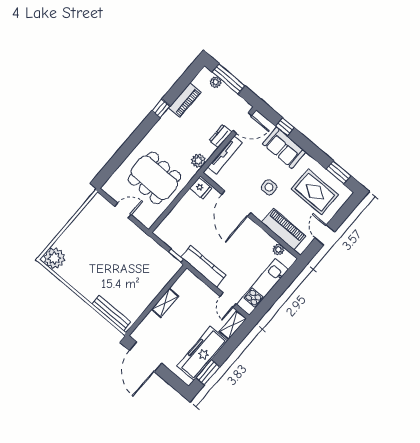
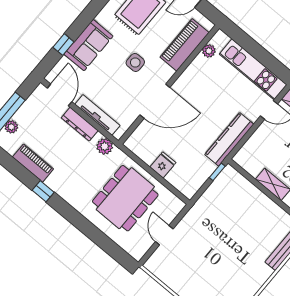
dresser: (220, 136) -> (80, 124), width x1.44
fridge: (201, 188) -> (163, 165), moved

